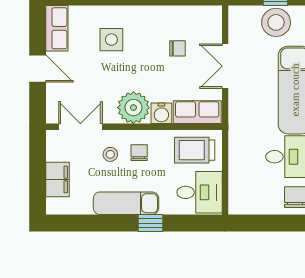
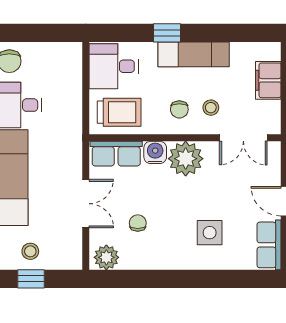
plant: (206, 17) -> (106, 257), added
stool: (276, 22) -> (30, 251), width x0.53, depth x0.53
chair: (177, 48) -> (138, 223), turned 90

